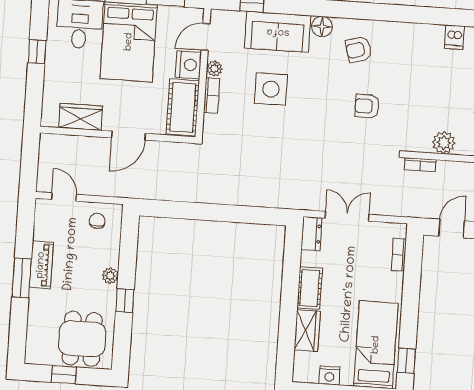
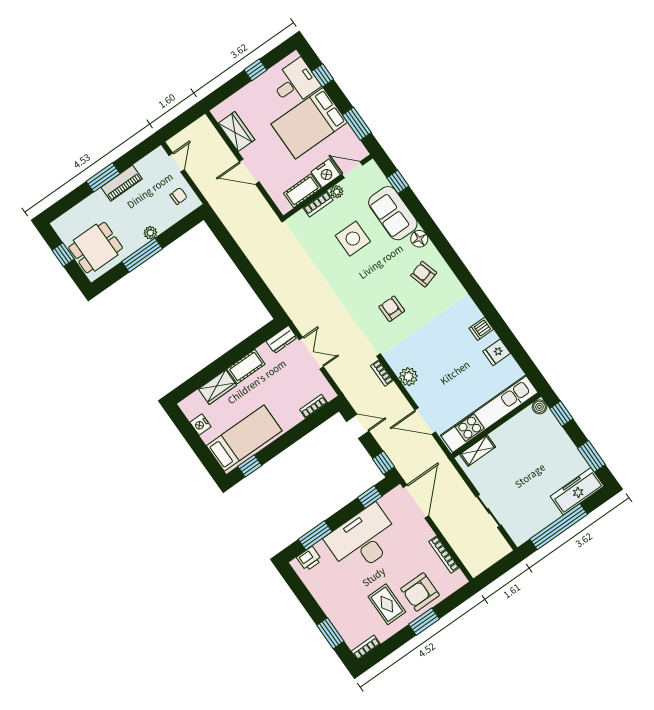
cot: (183, 107) -> (302, 191), width x0.73, depth x0.75
window: (125, 301) -> (142, 255), width x2.17

